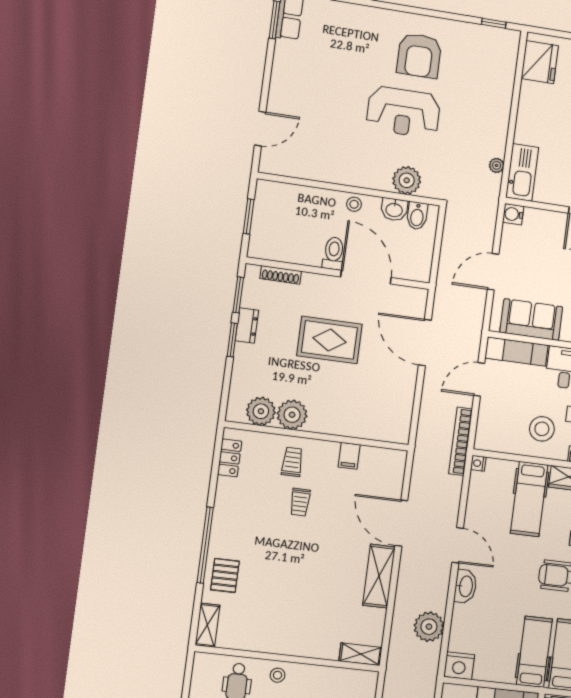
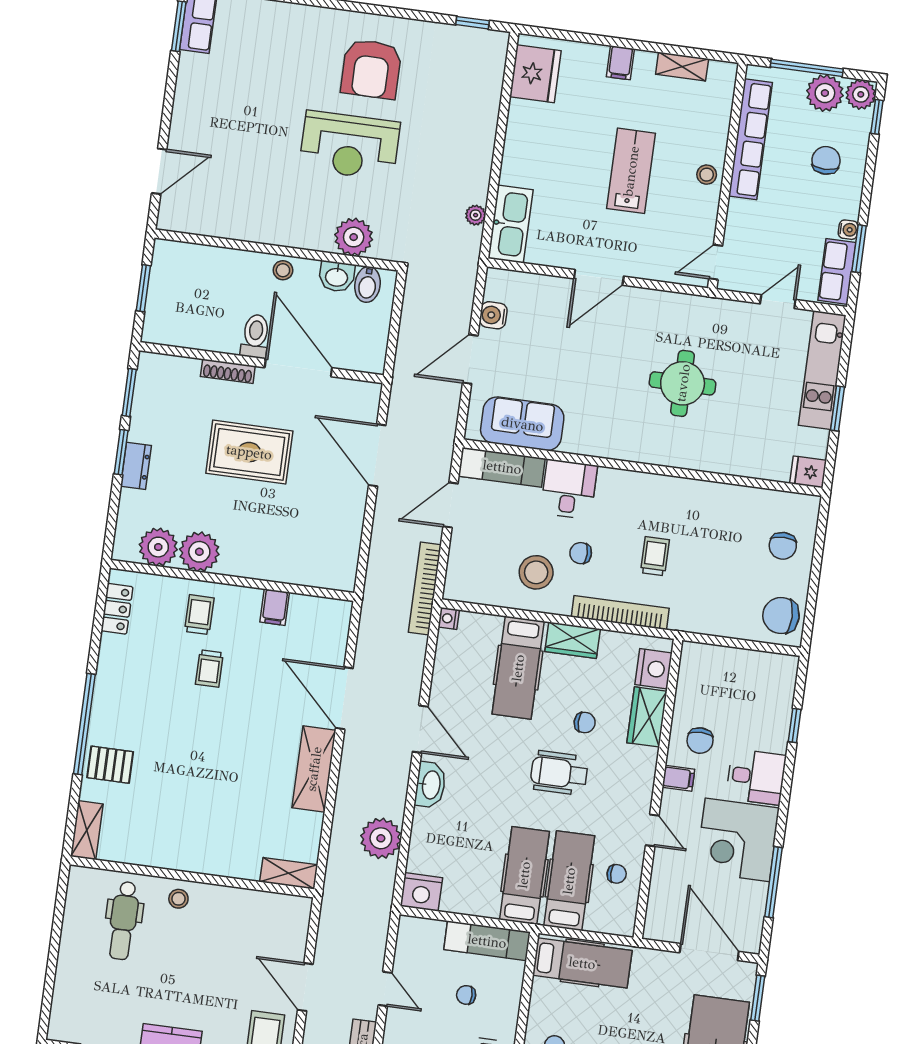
water cooler: (513, 214) -> (493, 315), moved
shoe rack: (281, 275) -> (228, 371), moved
dresser: (247, 326) -> (136, 466), moved
pallet: (225, 575) -> (110, 765), turned 90

